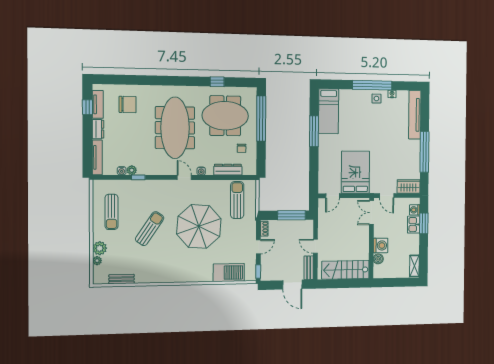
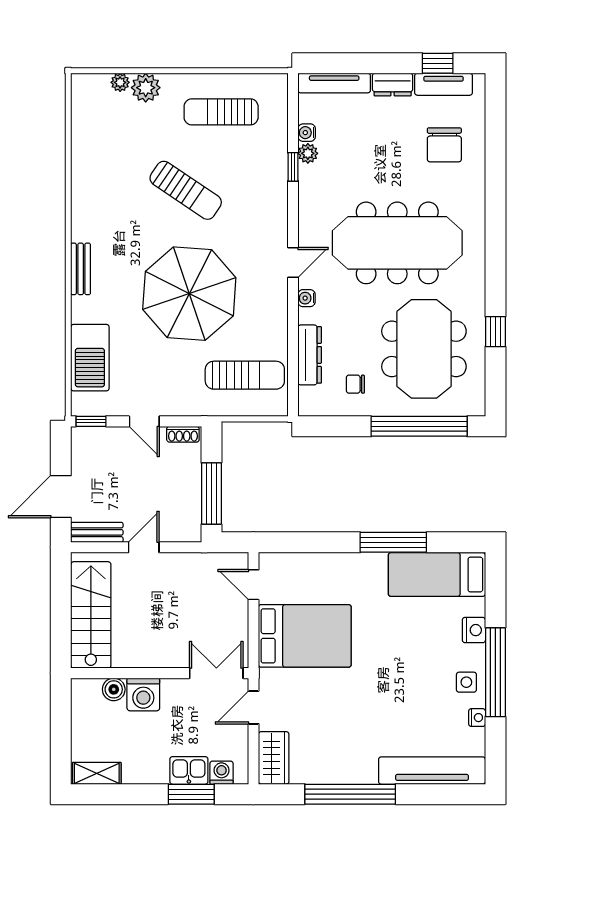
nightstand: (353, 95) -> (474, 630), added
bench: (122, 279) -> (81, 269), moved

